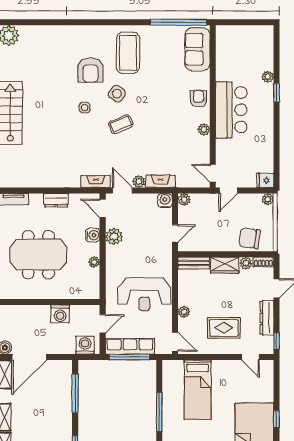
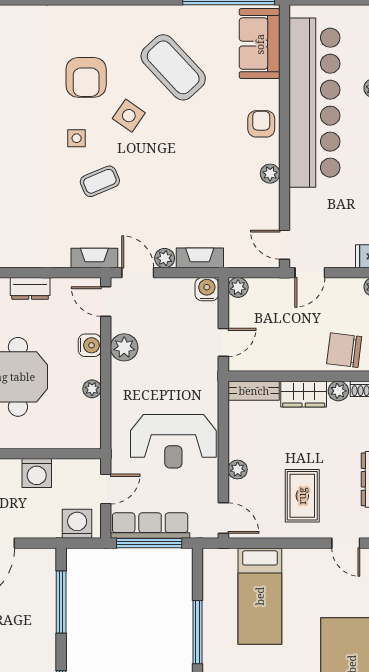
coffee table: (128, 53) -> (173, 67), moved, turned -43
bar counter: (231, 110) -> (314, 103), width x1.86
coffee table: (121, 124) -> (100, 181), moved
rug: (224, 328) -> (302, 496), turned 90

